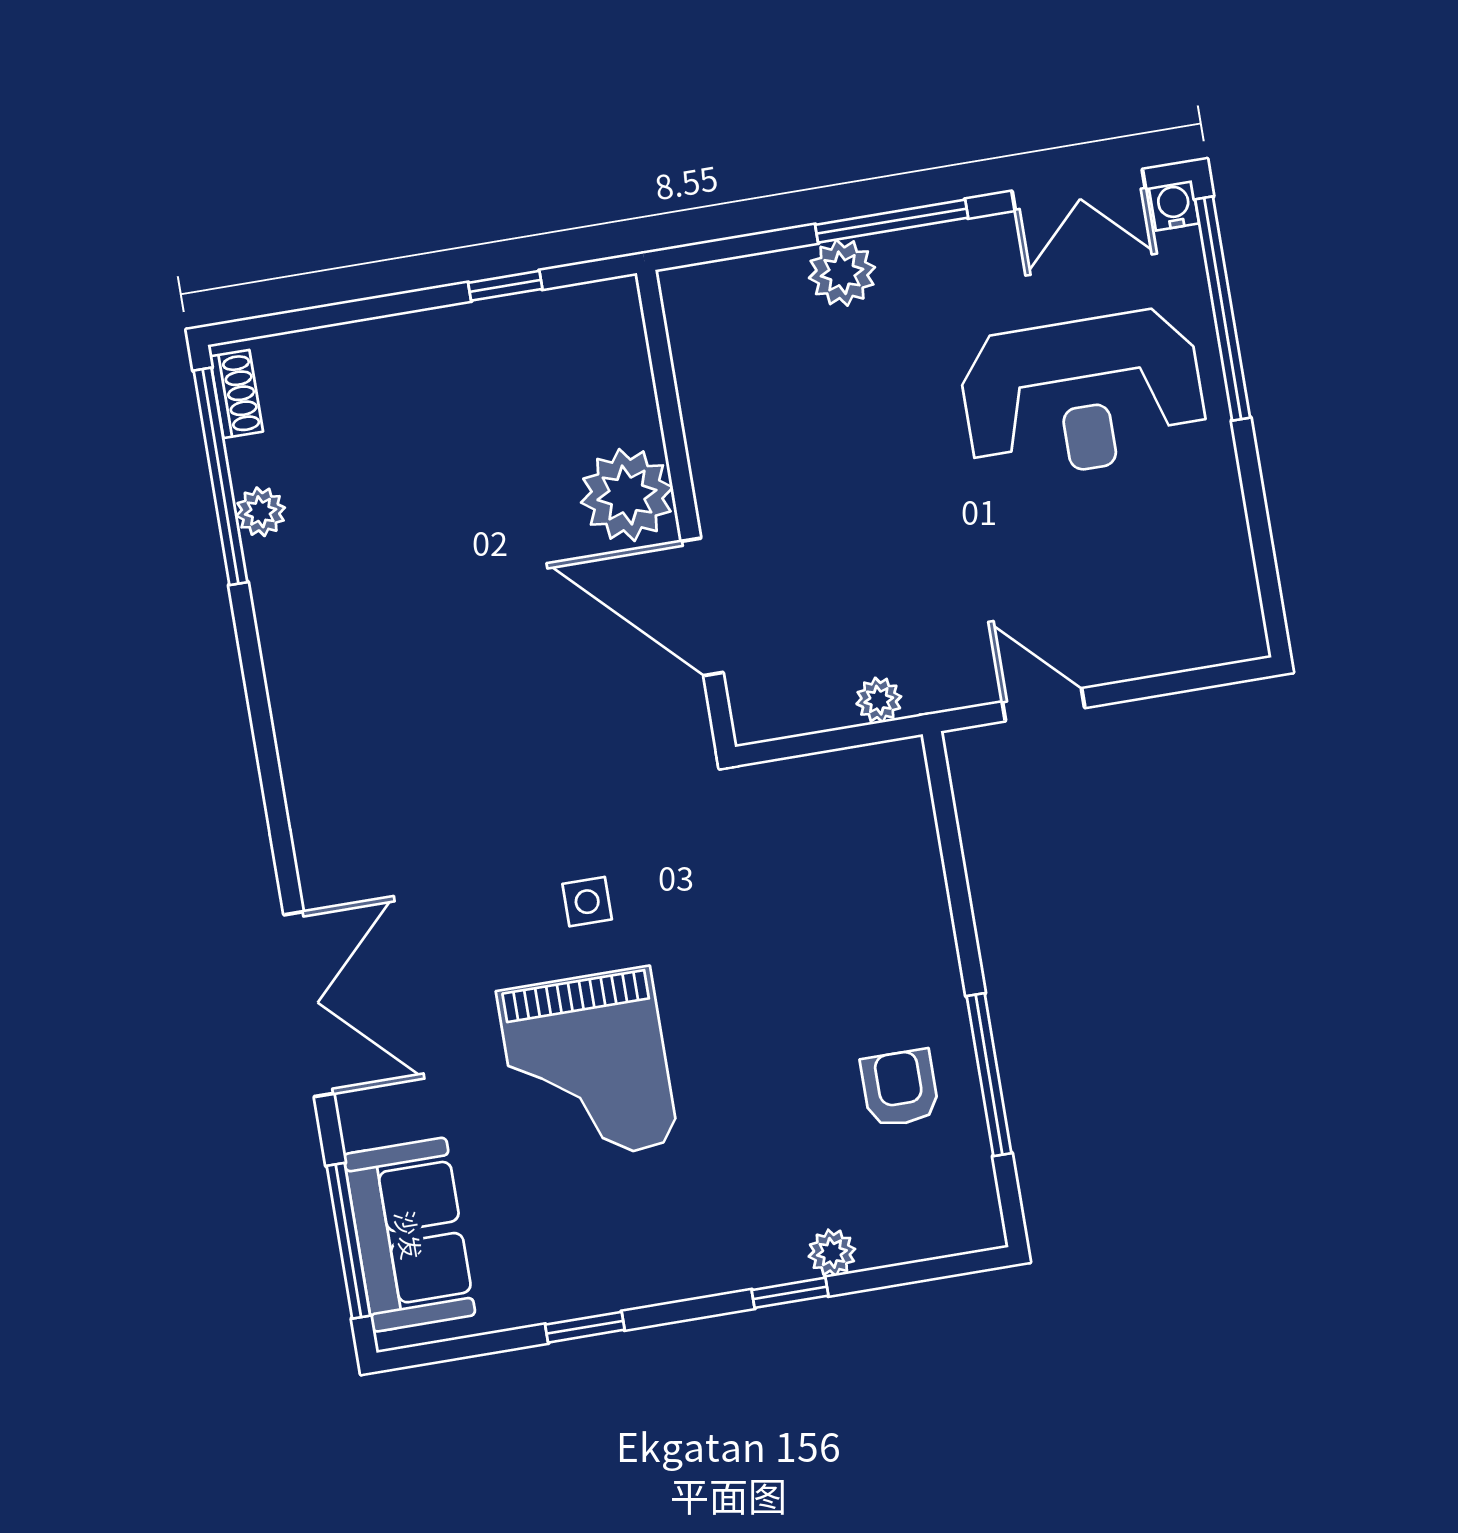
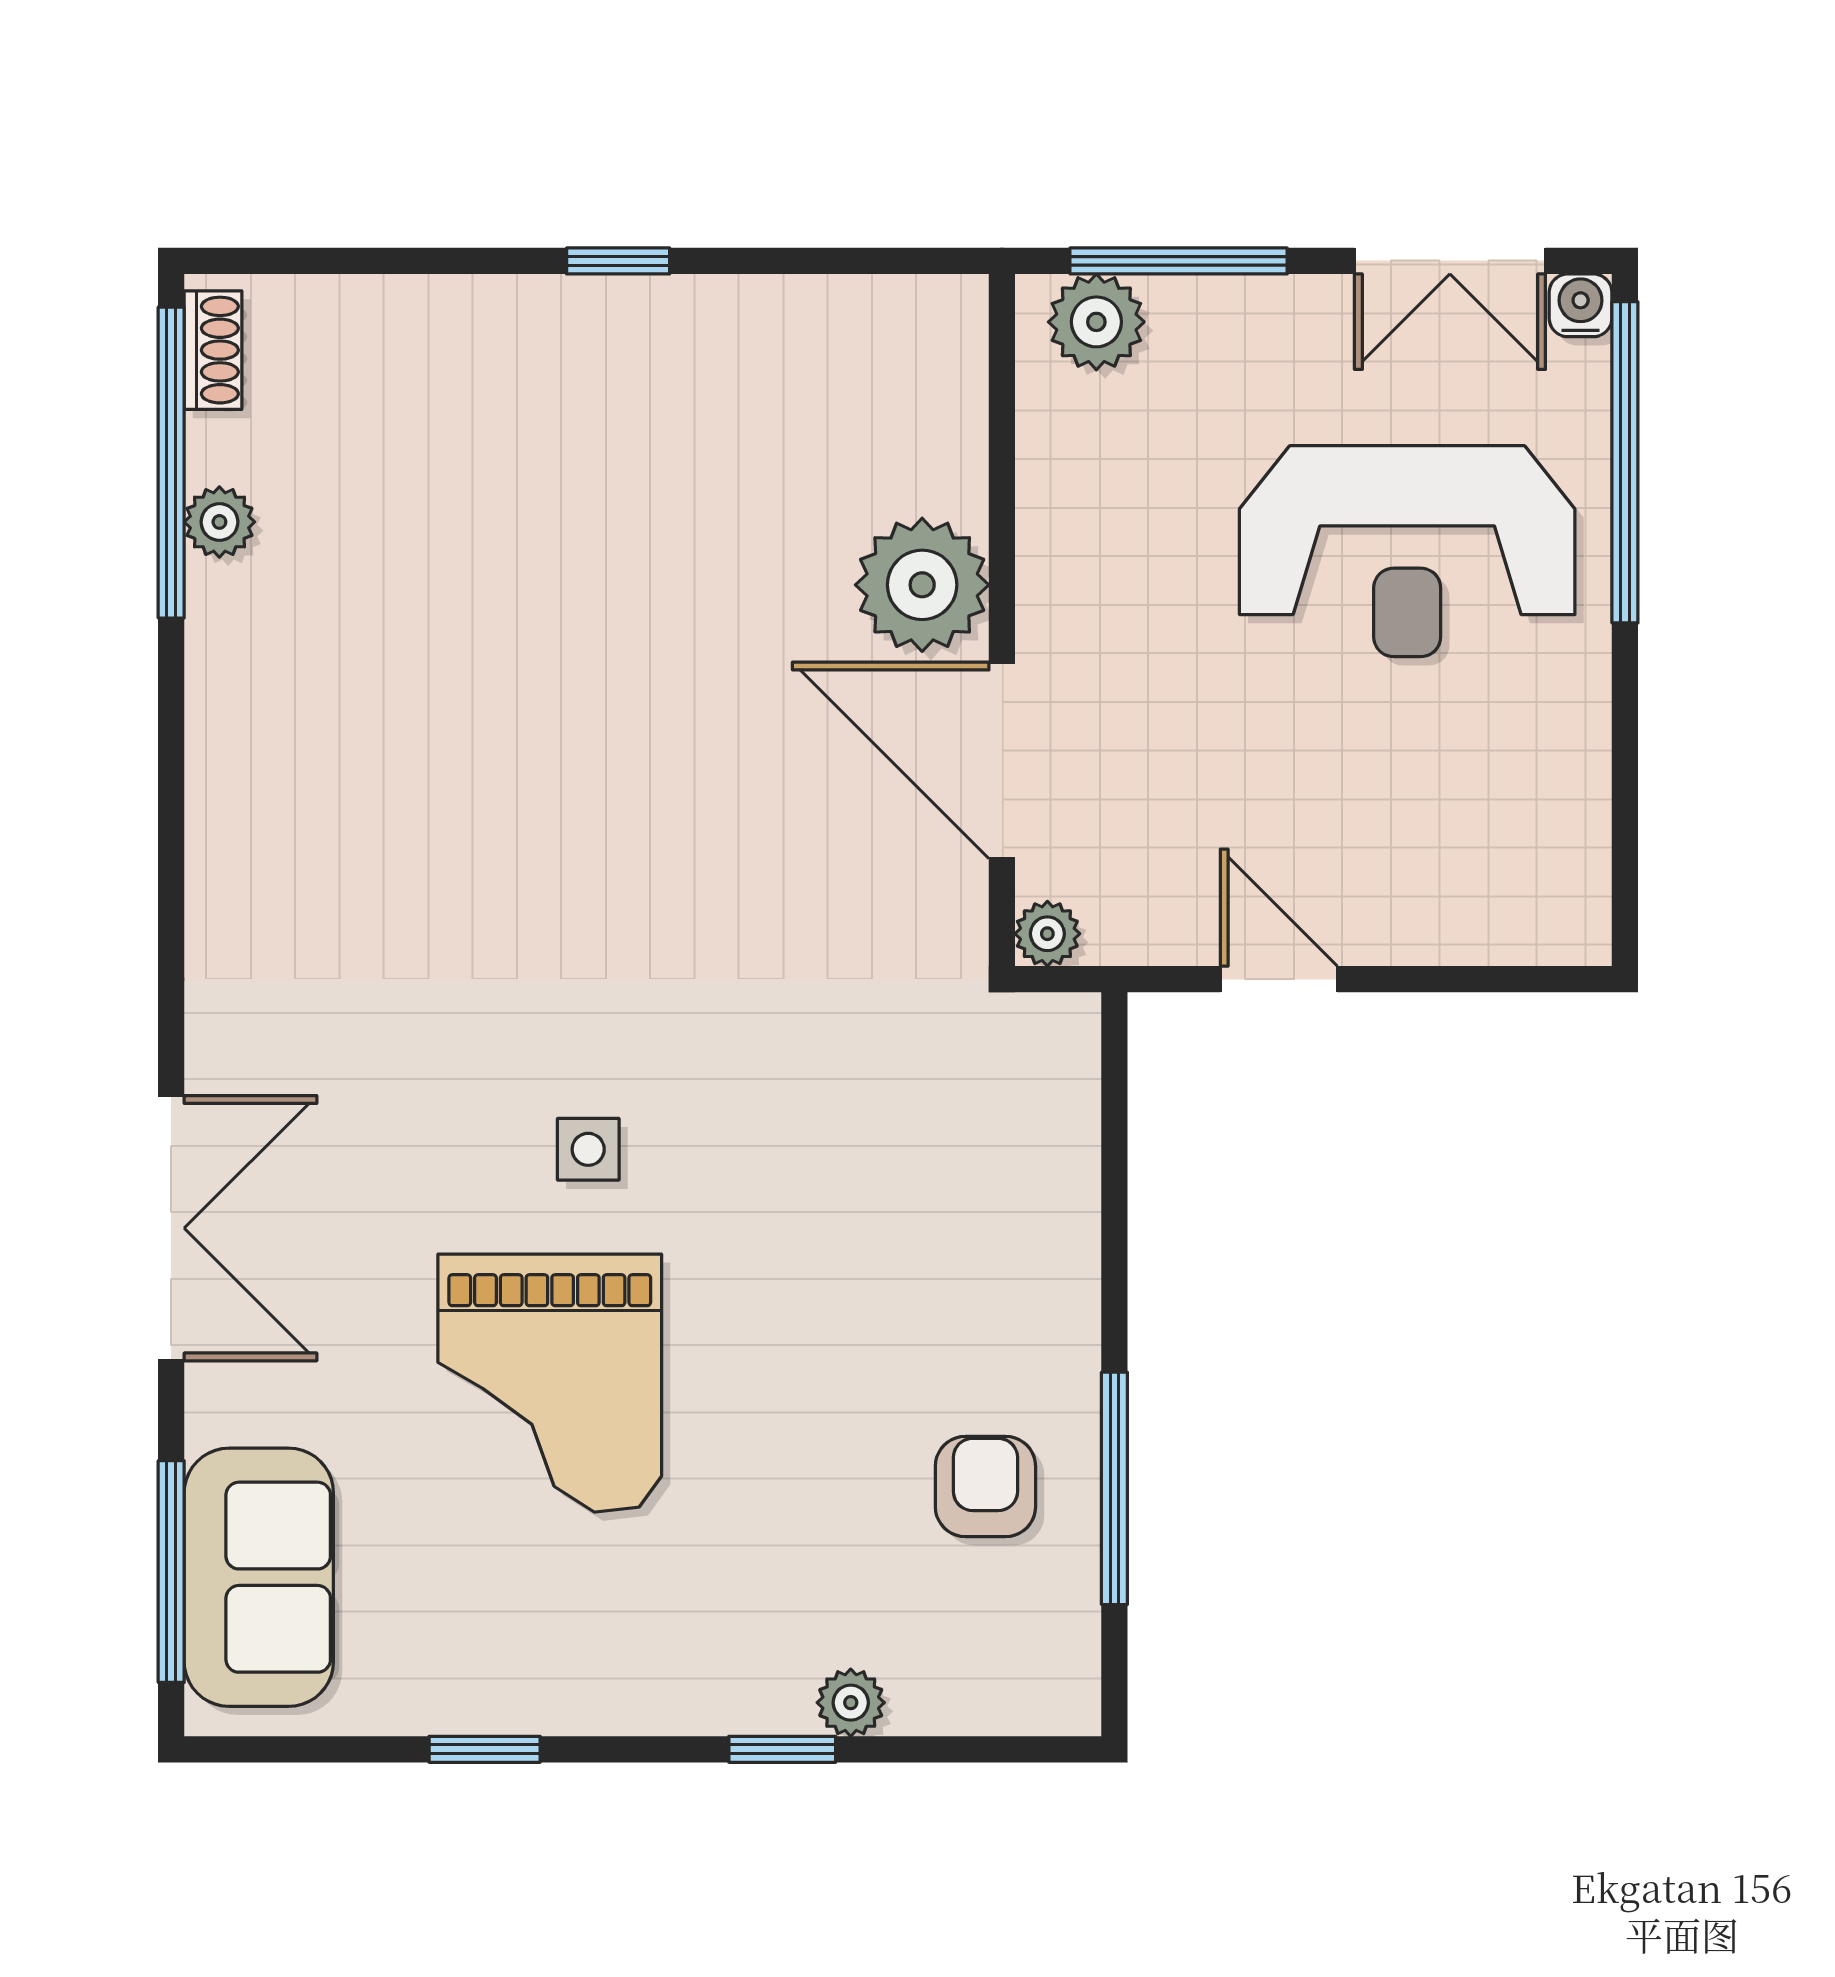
plant: (627, 495) -> (922, 585), moved
wall: (686, 510) -> (1002, 620), moved
door: (702, 607) -> (1002, 760), moved

